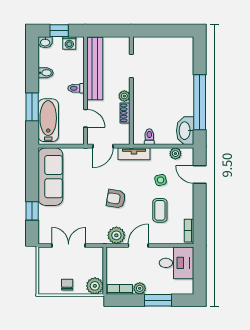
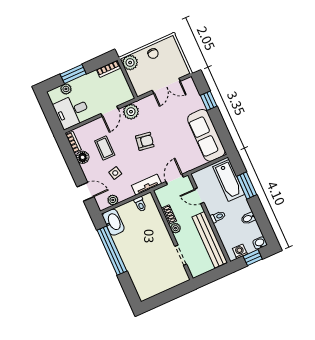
floor lamp: (187, 211) -> (83, 157), added
plant: (140, 288) -> (66, 89), moved

